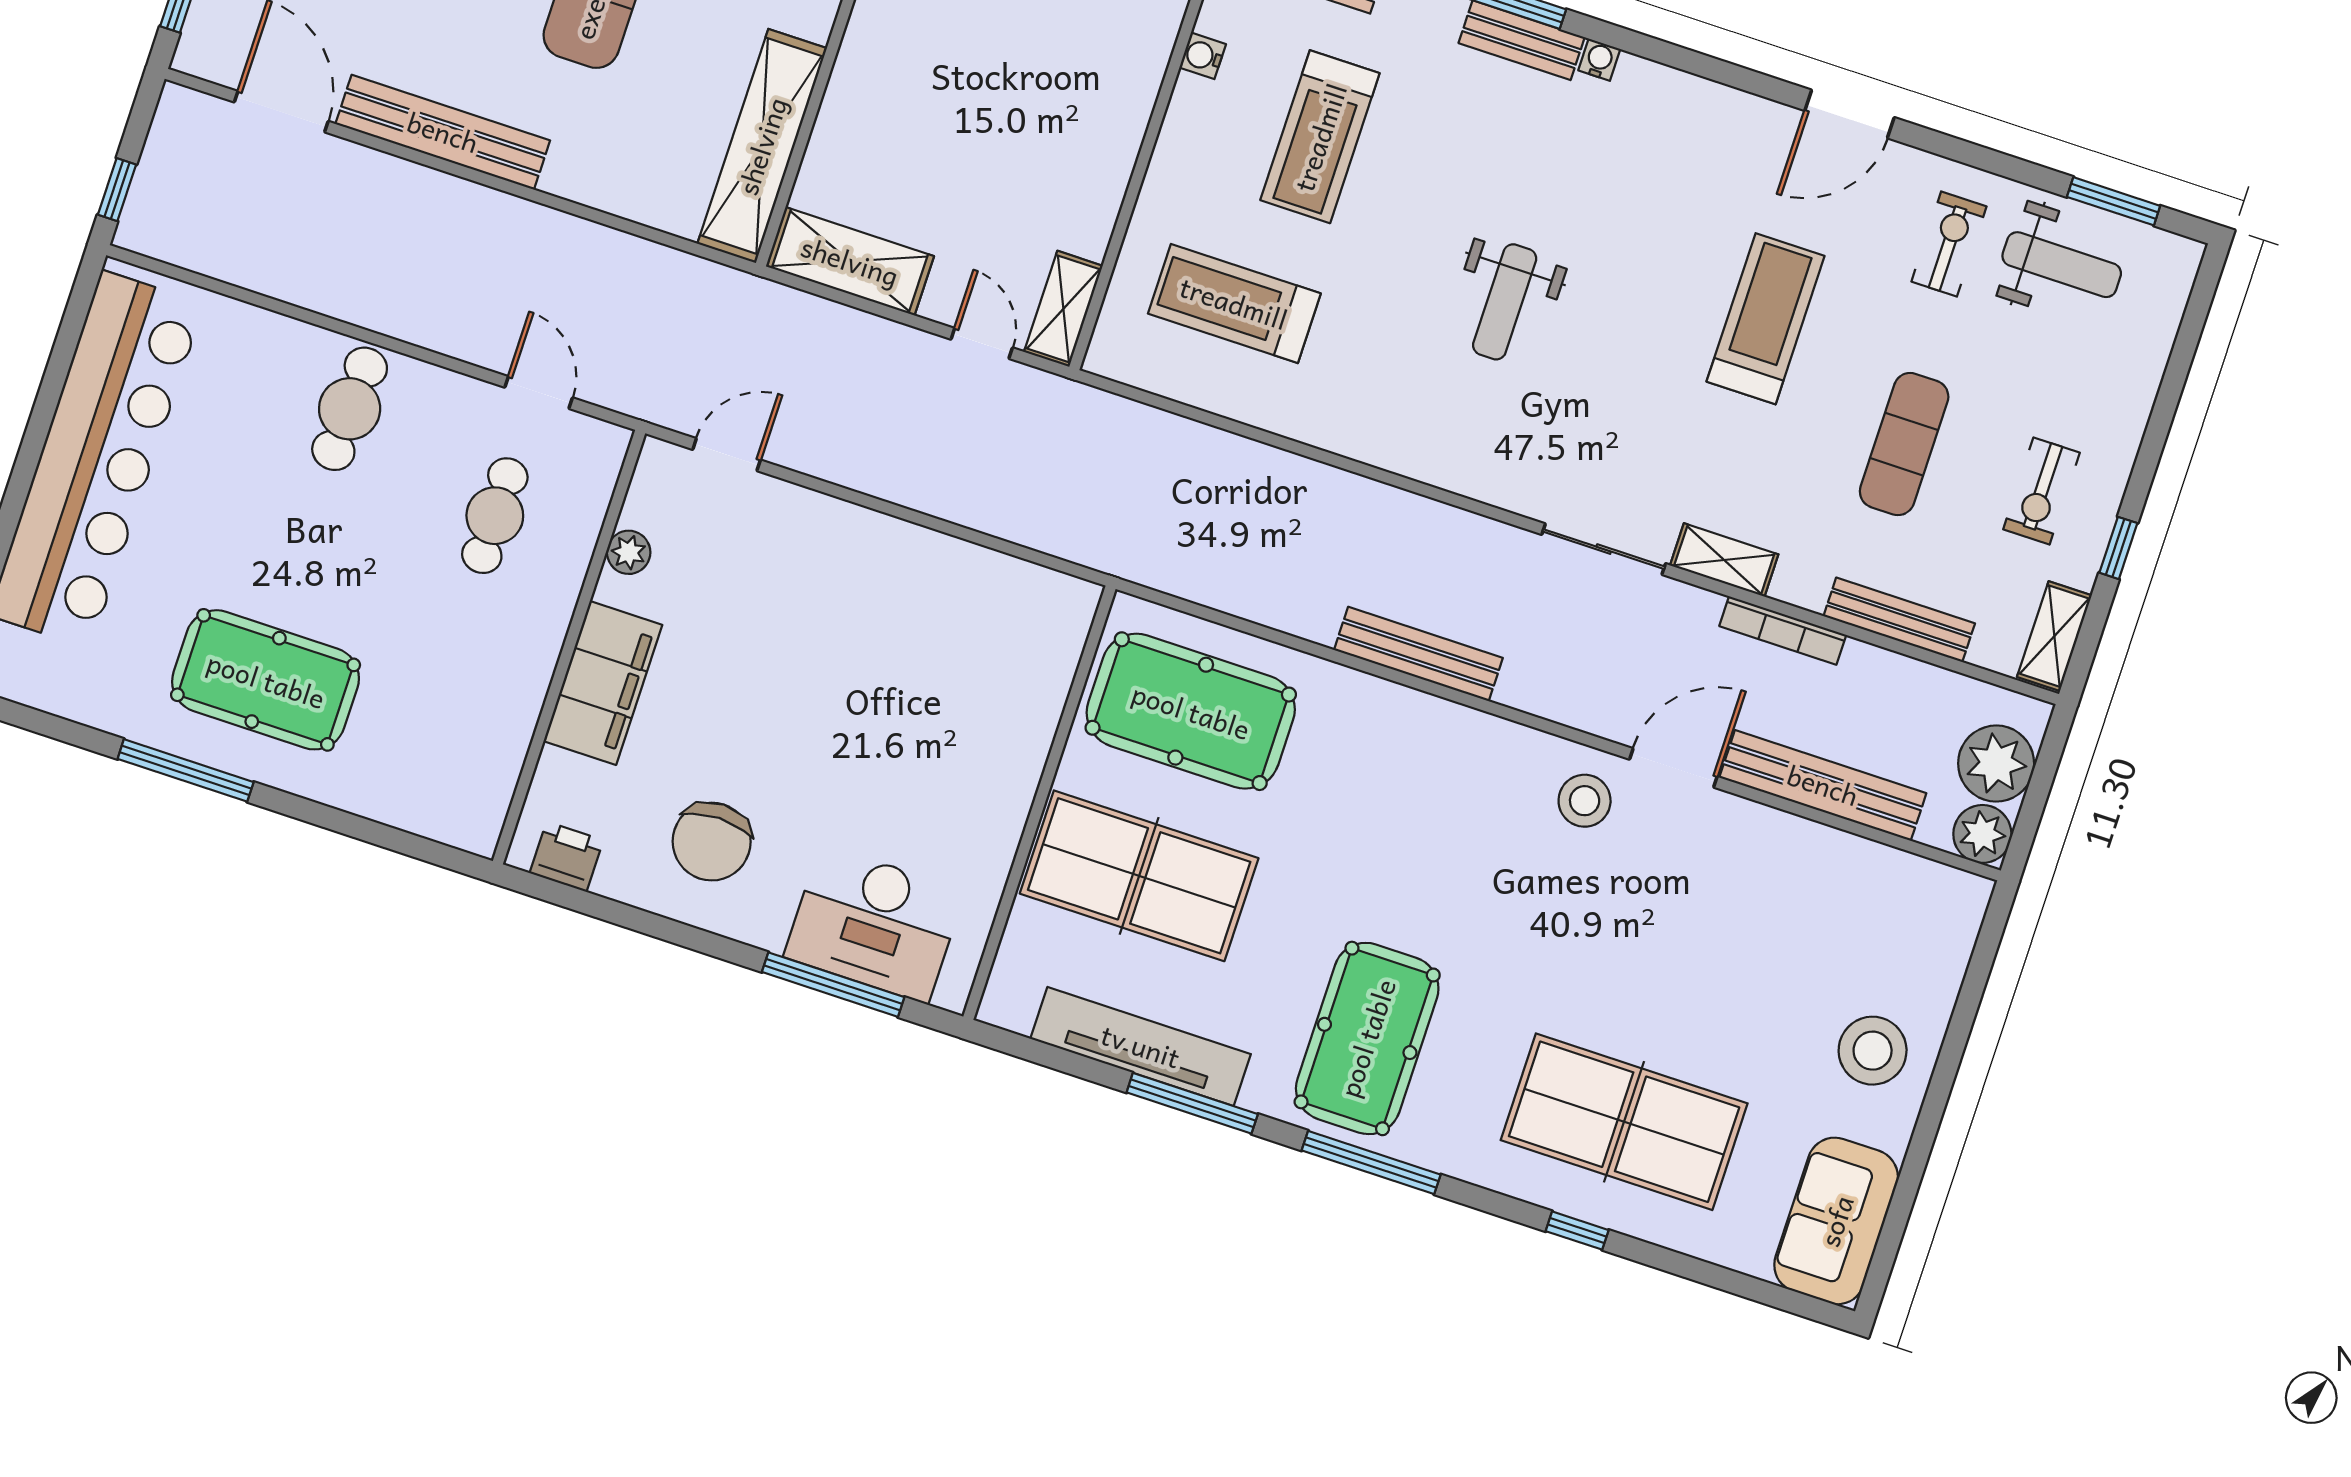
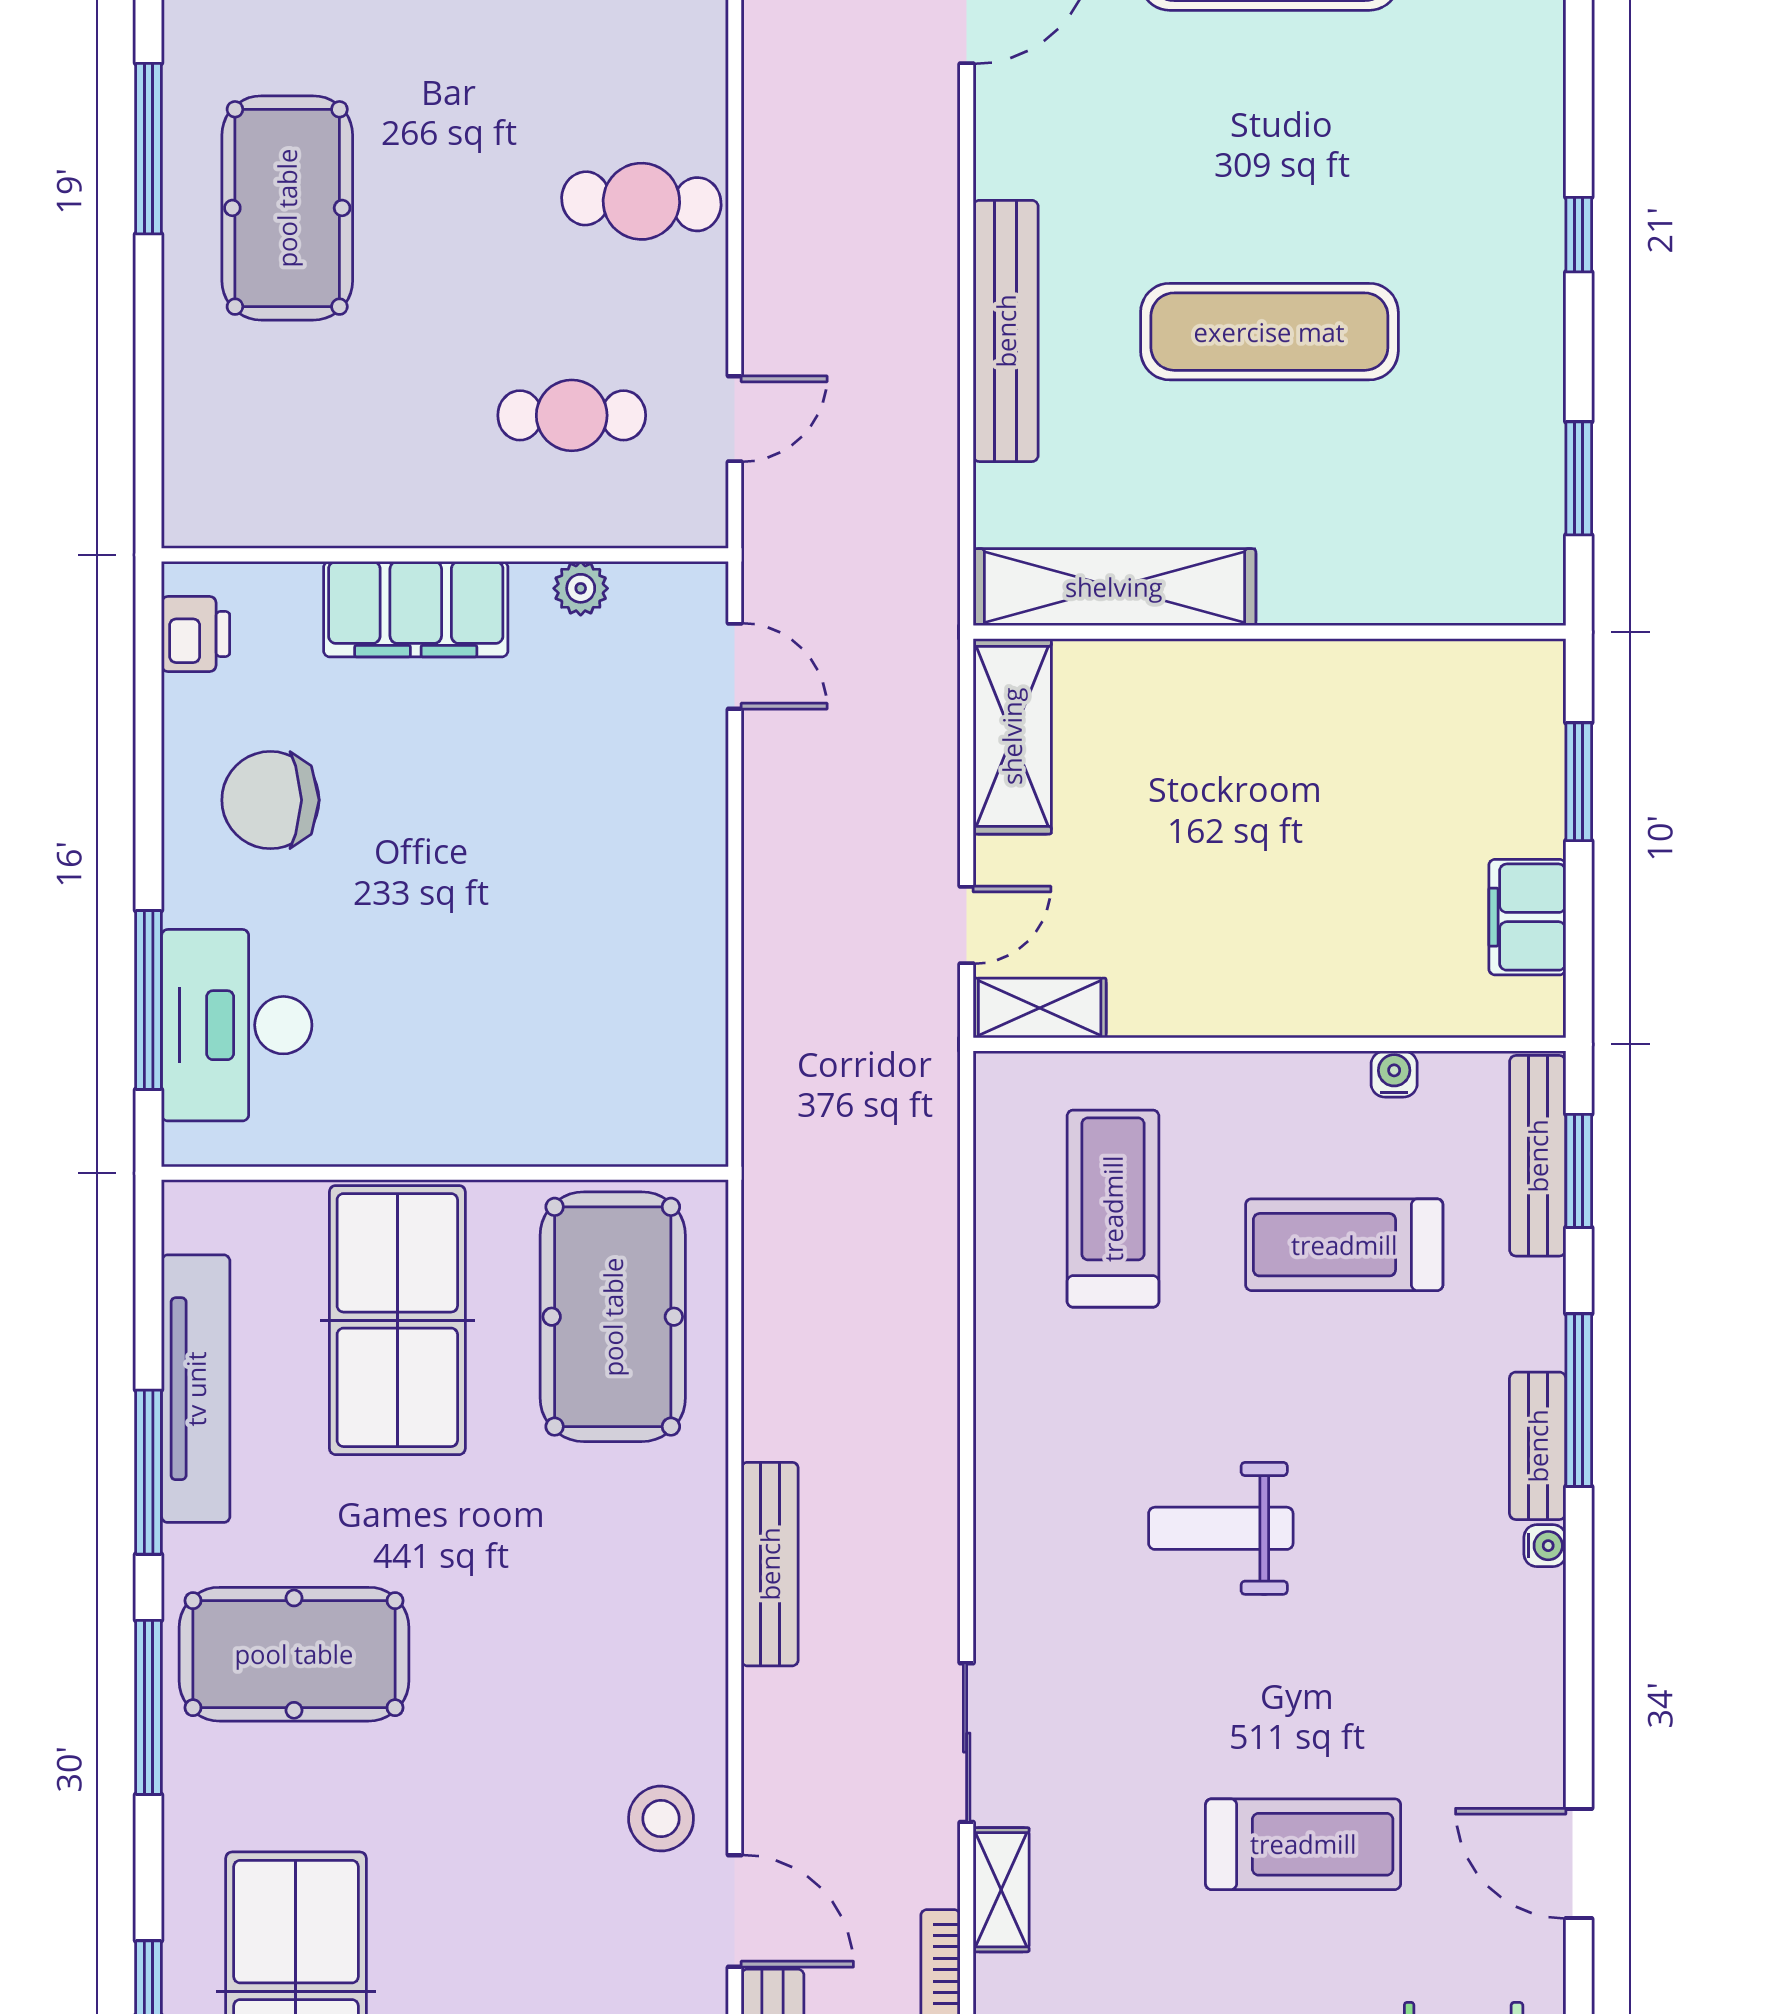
bench: (443, 132) -> (1006, 331), moved

